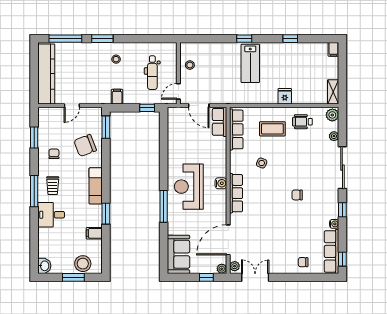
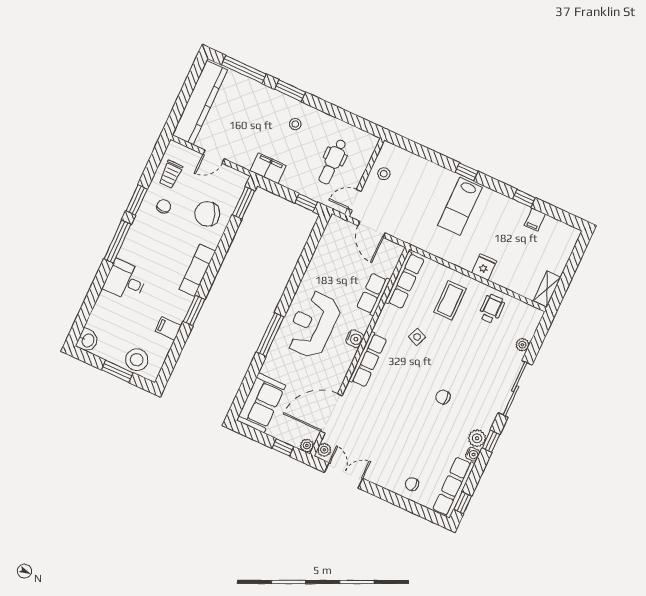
filing cabinet: (333, 49) -> (535, 220), moved
filing cabinet: (117, 97) -> (268, 168), width x2.00
plant: (332, 115) -> (477, 438), moved
row of seats: (220, 122) -> (373, 294), moved
wheelchair: (302, 122) -> (492, 309), turned 89
coffee table: (272, 129) -> (450, 300), turned 90
window: (34, 137) -> (137, 200), moved
trolley: (53, 186) -> (171, 174), moved

